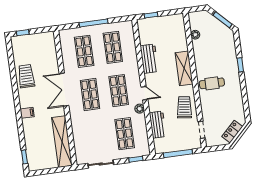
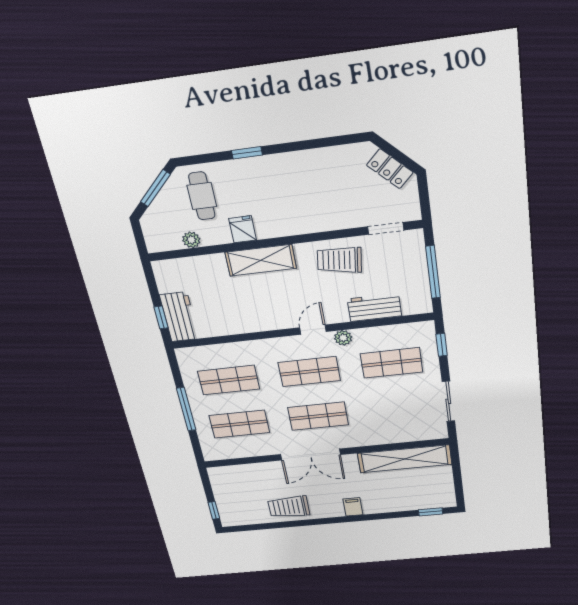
workbench: (149, 59) -> (179, 317), moved, turned 90
fridge: (201, 60) -> (243, 229), added
cafe table: (212, 83) -> (202, 196), moved

